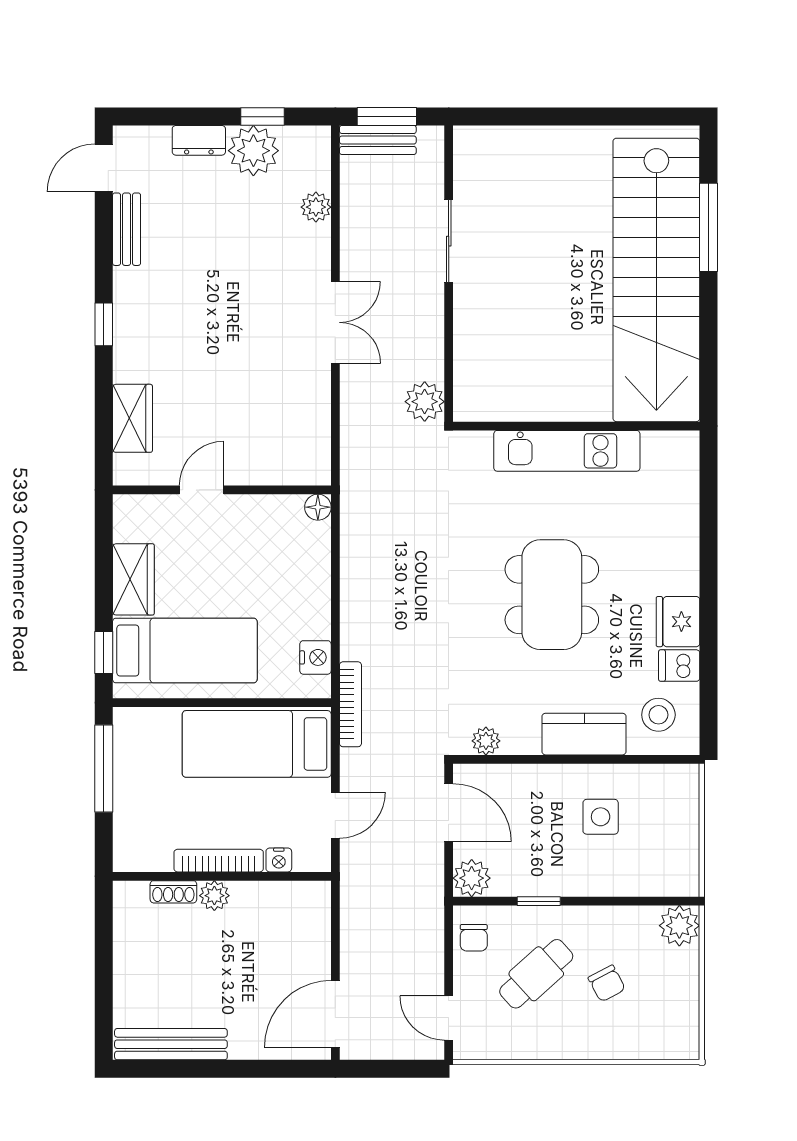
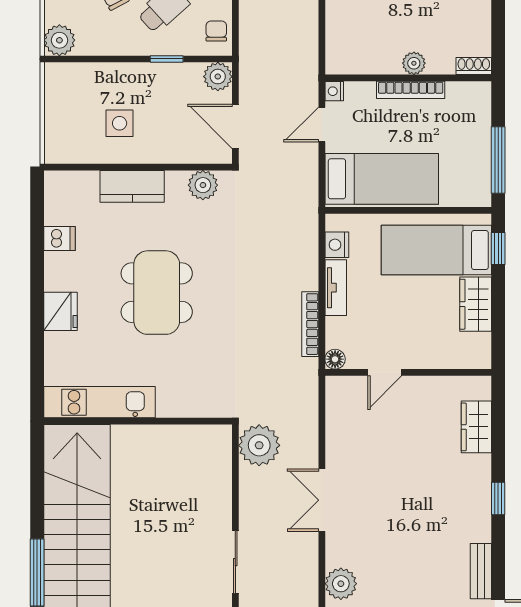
plant: (316, 207) -> (341, 584), width x1.38, depth x1.38
plant: (425, 402) -> (259, 445), width x1.36, depth x1.36
kitchen unit: (567, 451) -> (100, 402), moved
door: (202, 490) -> (385, 372), moved
tv unit: (317, 601) -> (336, 288), added
fridge: (678, 622) -> (61, 311), moved
bookcase: (350, 704) -> (310, 324), moved
stool: (658, 715) -> (75, 201), removed
plant: (486, 741) -> (203, 185), width x1.38, depth x1.38
nightstand: (279, 860) -> (334, 91), moved, turned -90
shoe rack: (173, 892) -> (474, 66), moved

